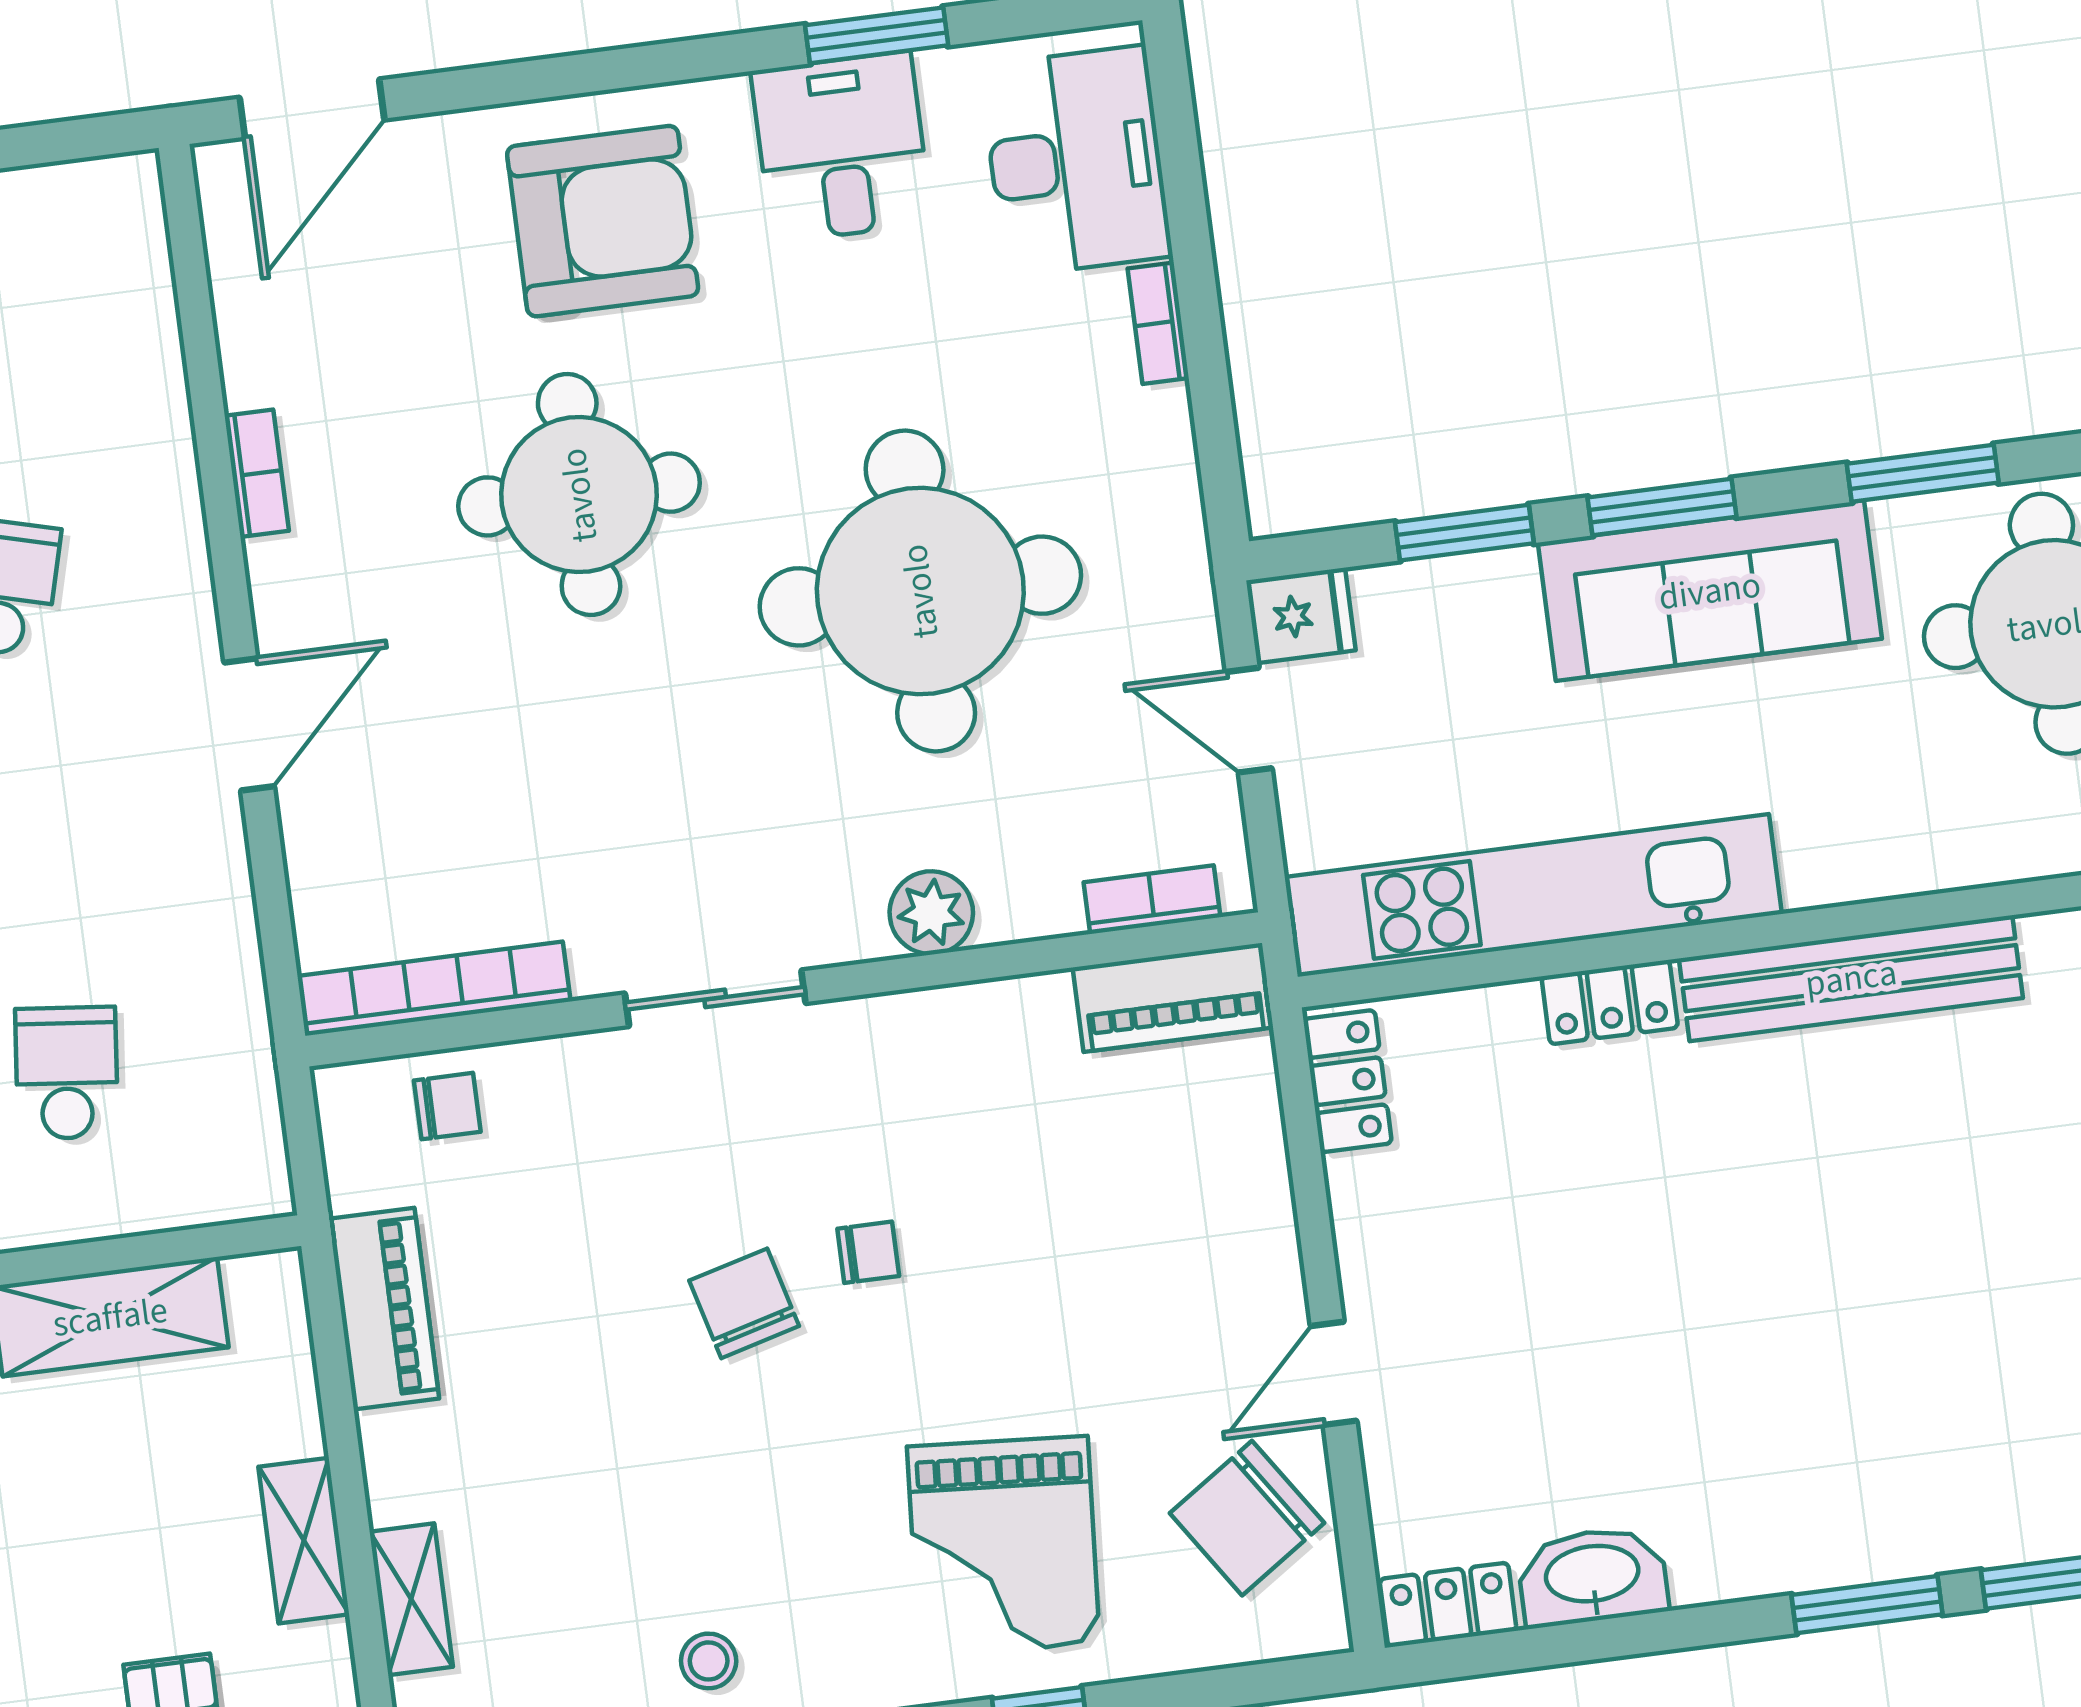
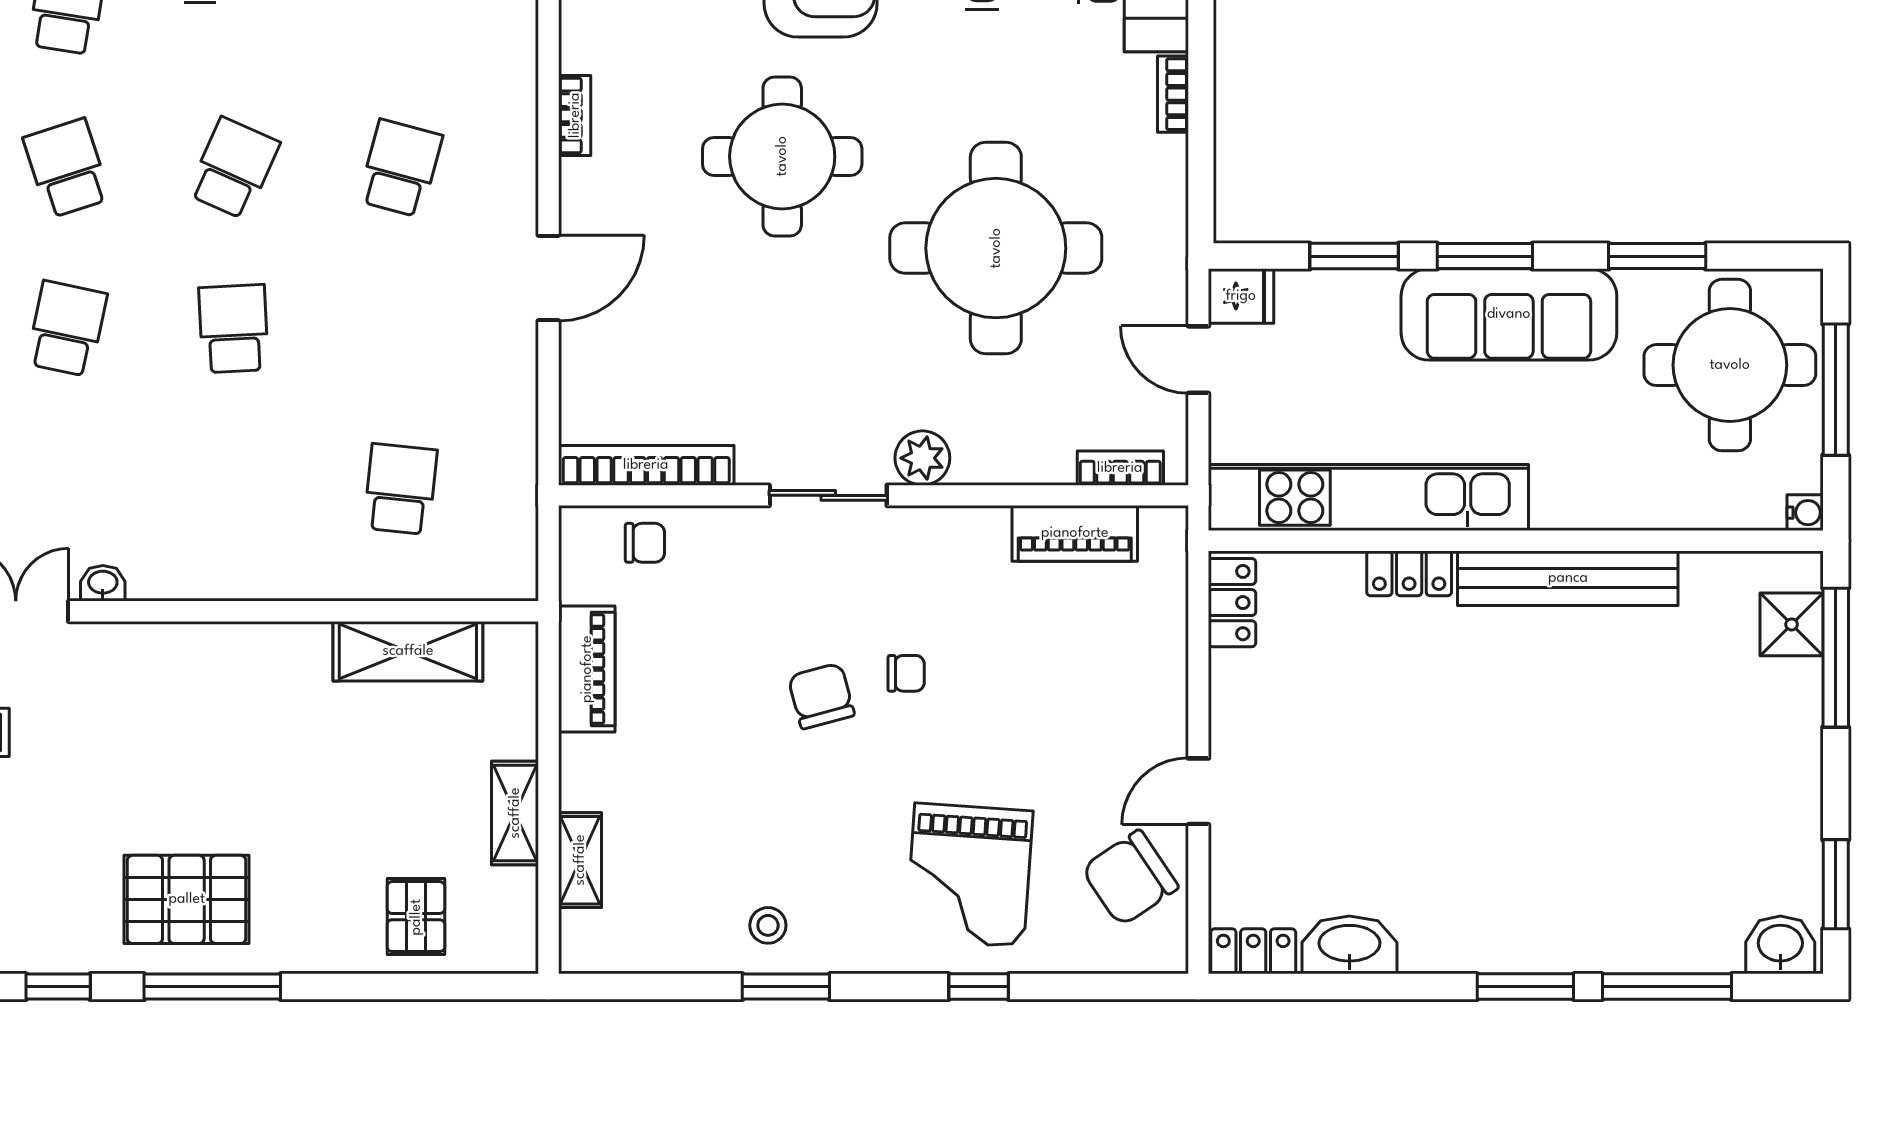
plant: (931, 913) -> (922, 458), moved
piano: (1173, 997) -> (1075, 533), moved

